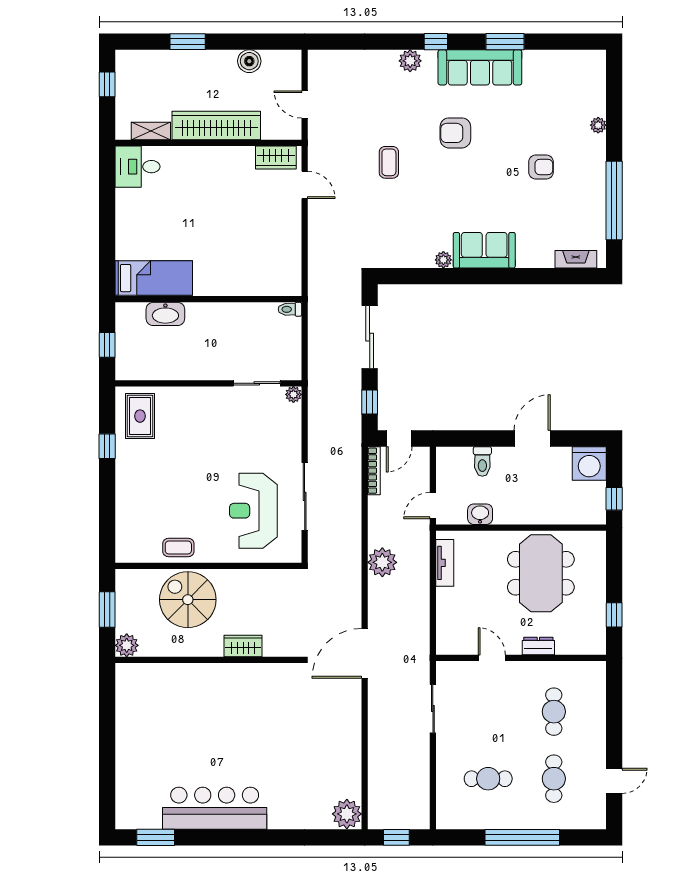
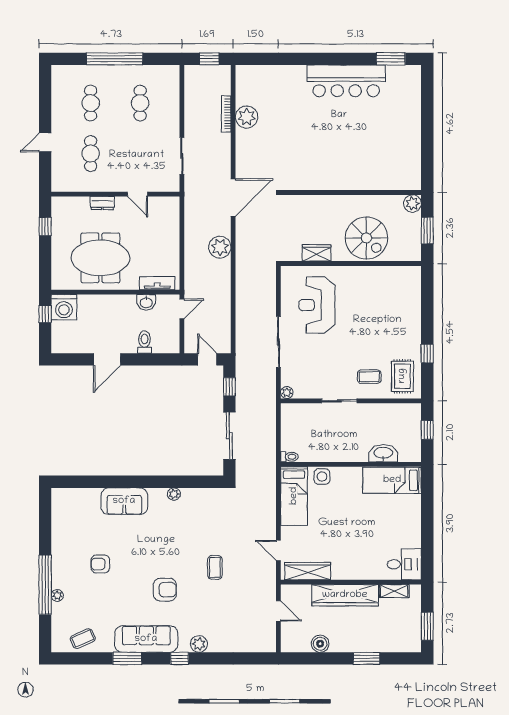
coffee table: (564, 68) -> (83, 639), added
window: (107, 84) -> (427, 626), width x1.50
wardrobe: (276, 158) -> (308, 571), width x1.50
window: (614, 200) -> (45, 585), moved
sofa: (484, 250) -> (124, 501), moved
bed: (284, 257) -> (294, 496), added
fireplace: (576, 259) -> (74, 494), removed
side table: (247, 283) -> (322, 477), added
sliding door: (257, 383) -> (339, 401), moved
door: (399, 438) -> (207, 359), hinge flipped
washing machine: (589, 463) -> (64, 307), moved, turned 180
bookcase: (374, 471) -> (226, 114), moved
sliding door: (305, 496) -> (278, 342), moved
reception desk: (253, 511) -> (317, 305), turned 180
coffee table: (178, 547) -> (369, 377), moved
plant: (382, 562) -> (220, 247), moved
tv unit: (445, 563) -> (157, 283), moved, turned 90
meeting table: (541, 573) -> (100, 258), turned 90
wardrobe: (243, 646) -> (317, 253), moved, turned 180
cafe table: (488, 779) -> (140, 103), turned 90
door: (614, 781) -> (45, 142), moved
plant: (347, 814) -> (247, 117), moved

